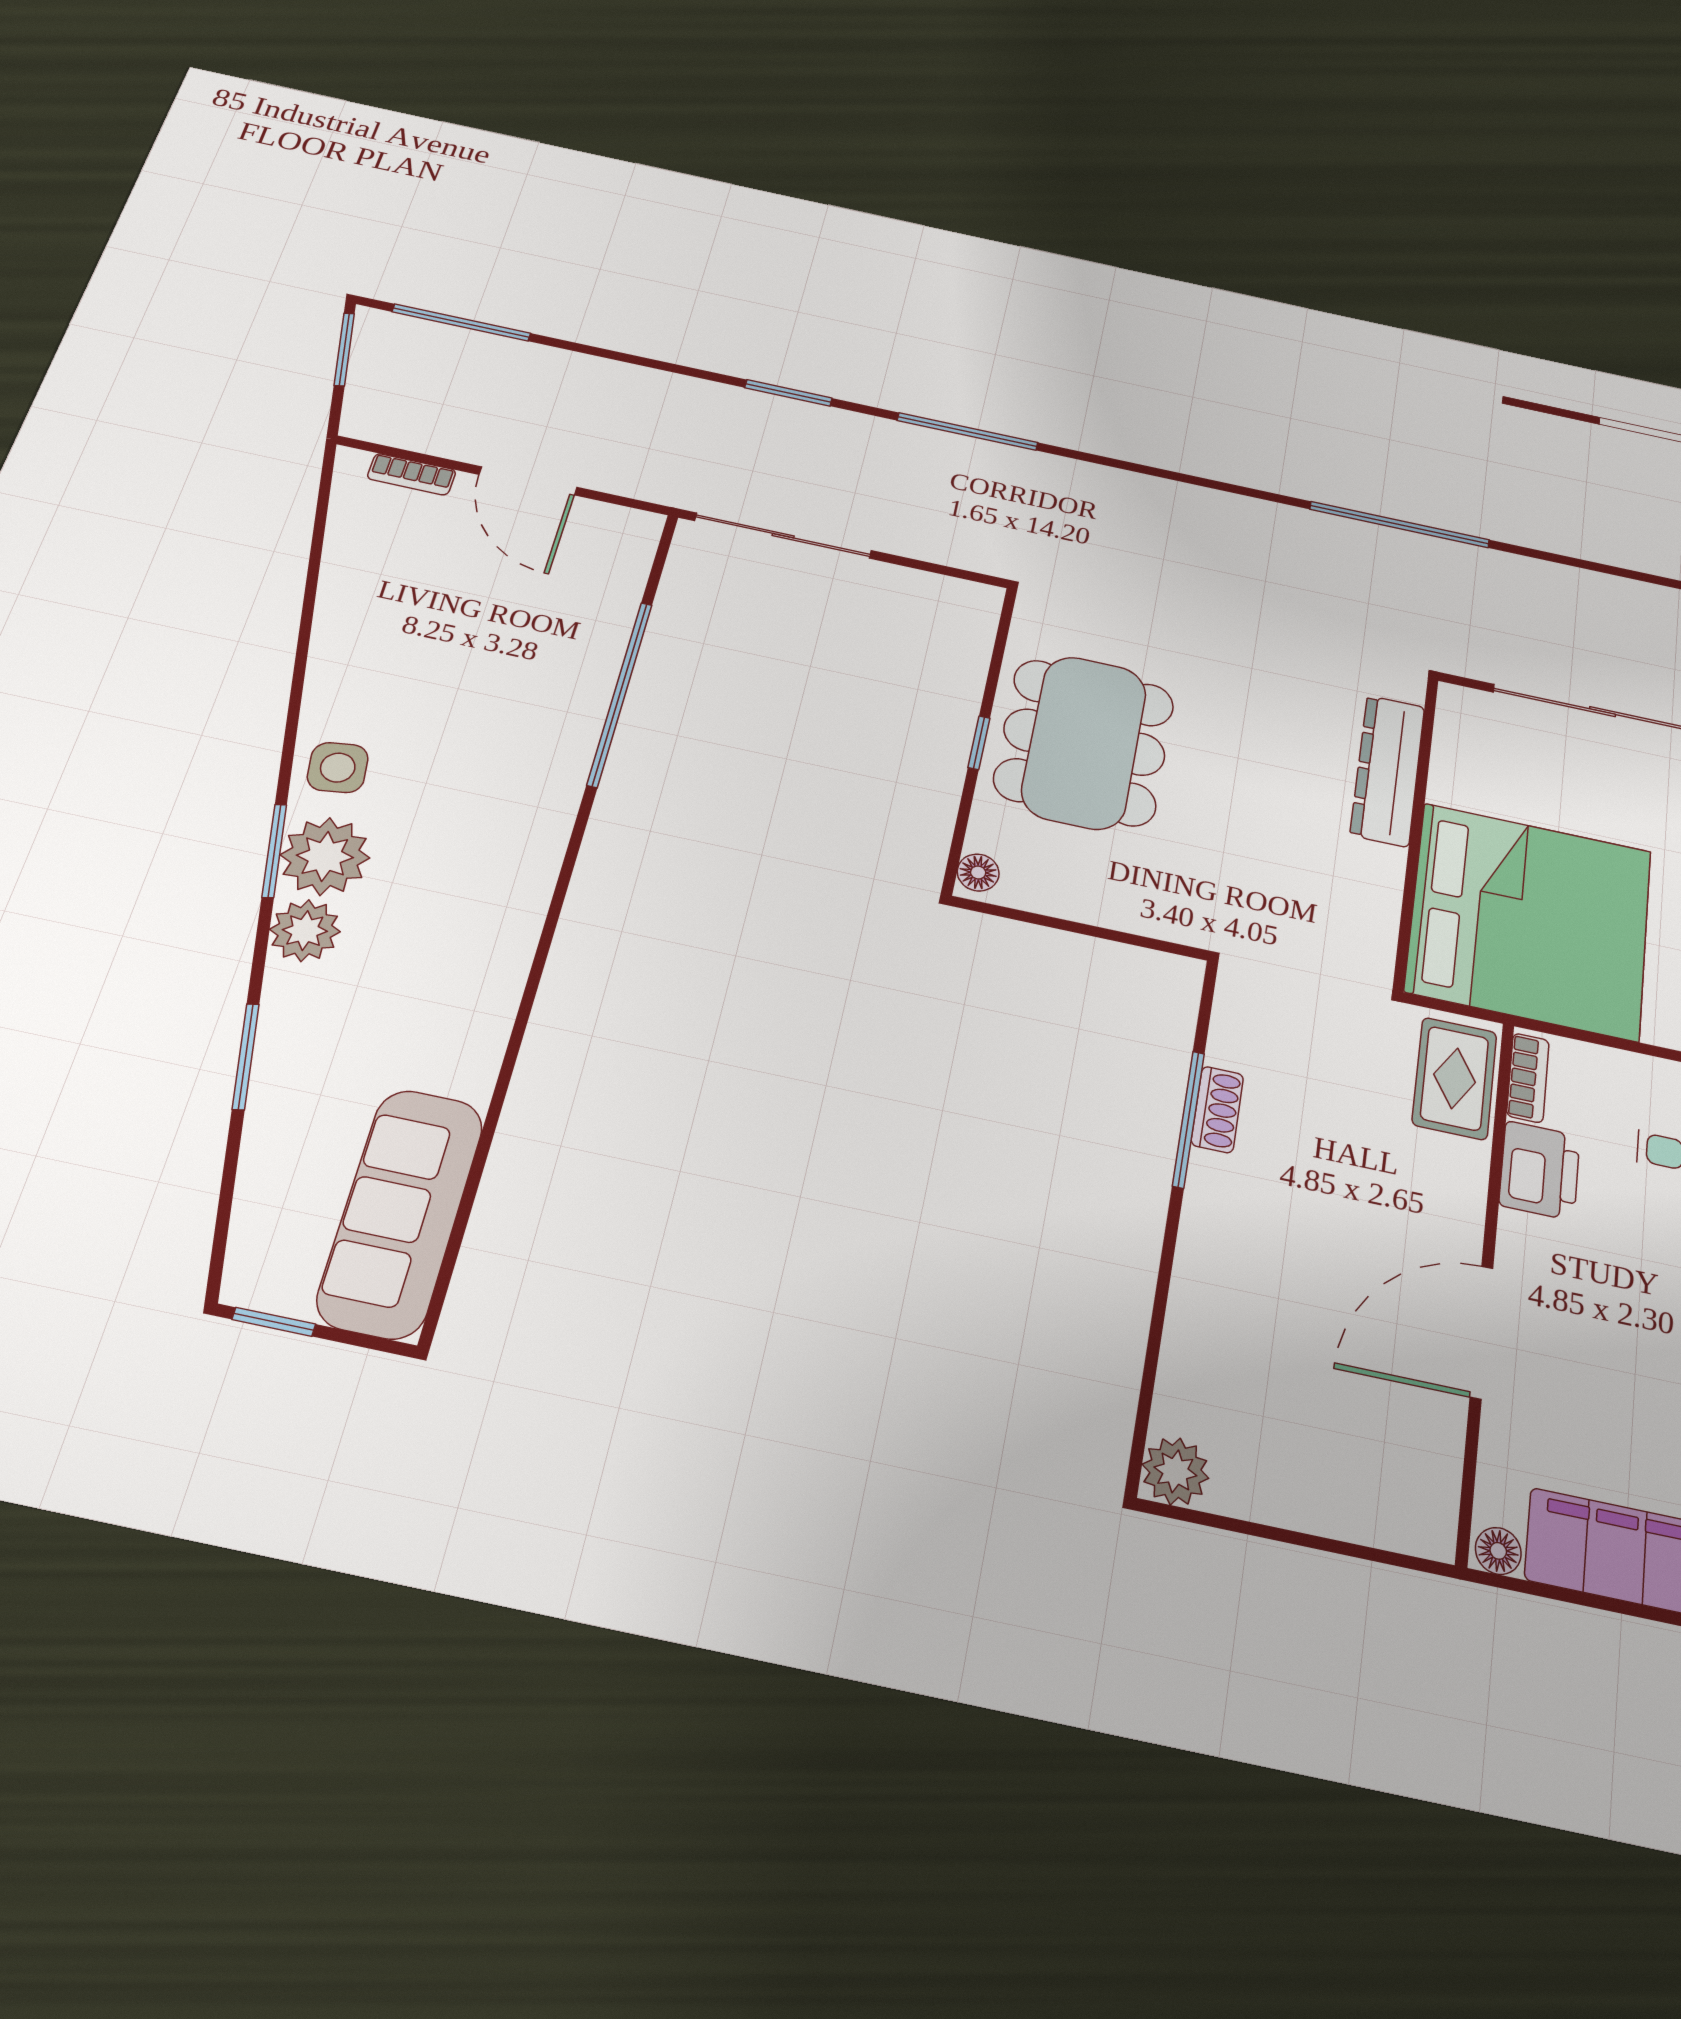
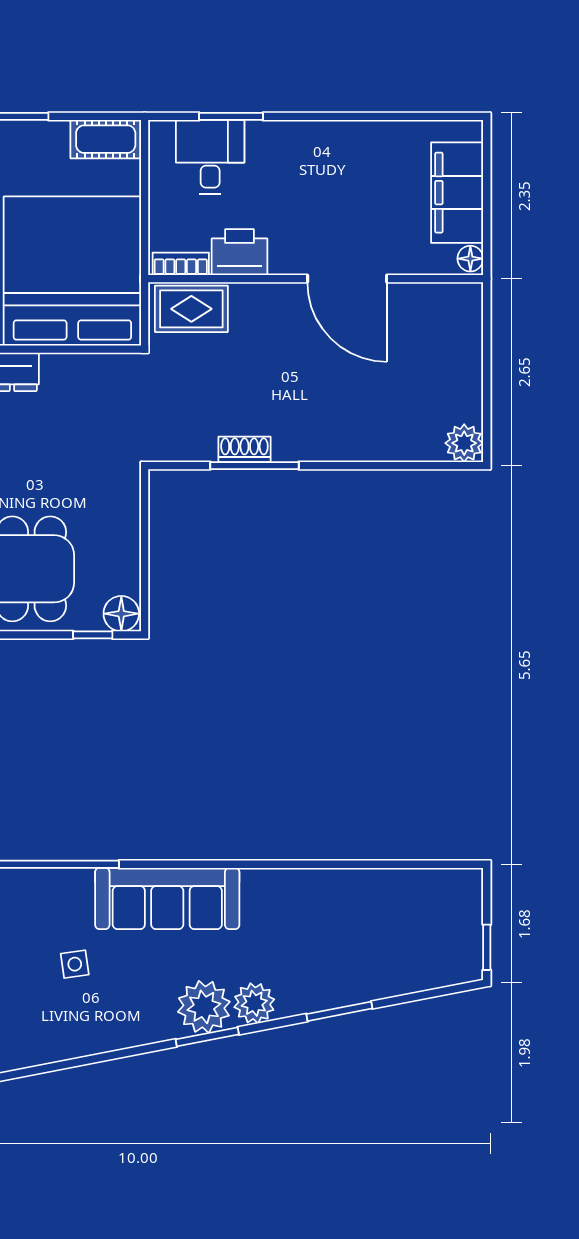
window: (979, 743) -> (93, 635), moved
side table: (338, 768) -> (75, 964), moved, width x0.73, depth x0.73
floor lamp: (978, 873) -> (121, 614), width x1.37, depth x1.37
sofa: (401, 1212) -> (167, 898), moved

